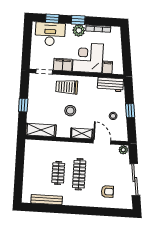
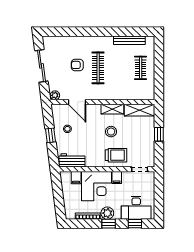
filing cabinet: (63, 65) -> (117, 177), width x0.50
shelving: (82, 134) -> (112, 109), moved
clothes rail: (58, 173) -> (141, 68), moved
armchair: (107, 192) -> (77, 65), moved

